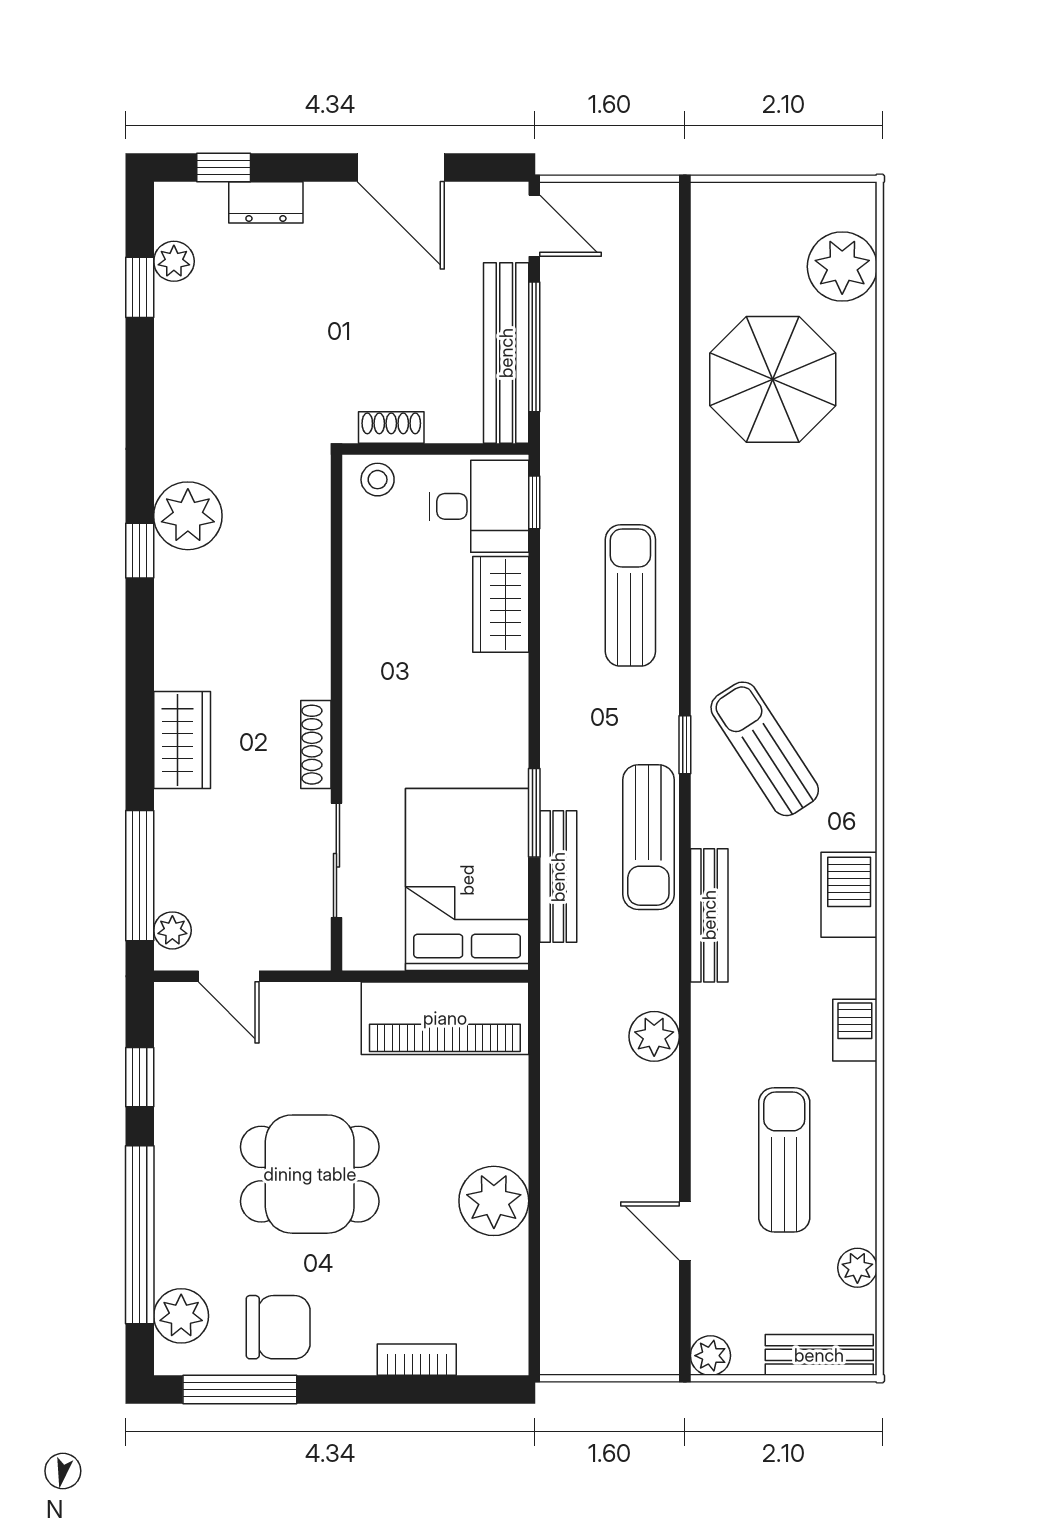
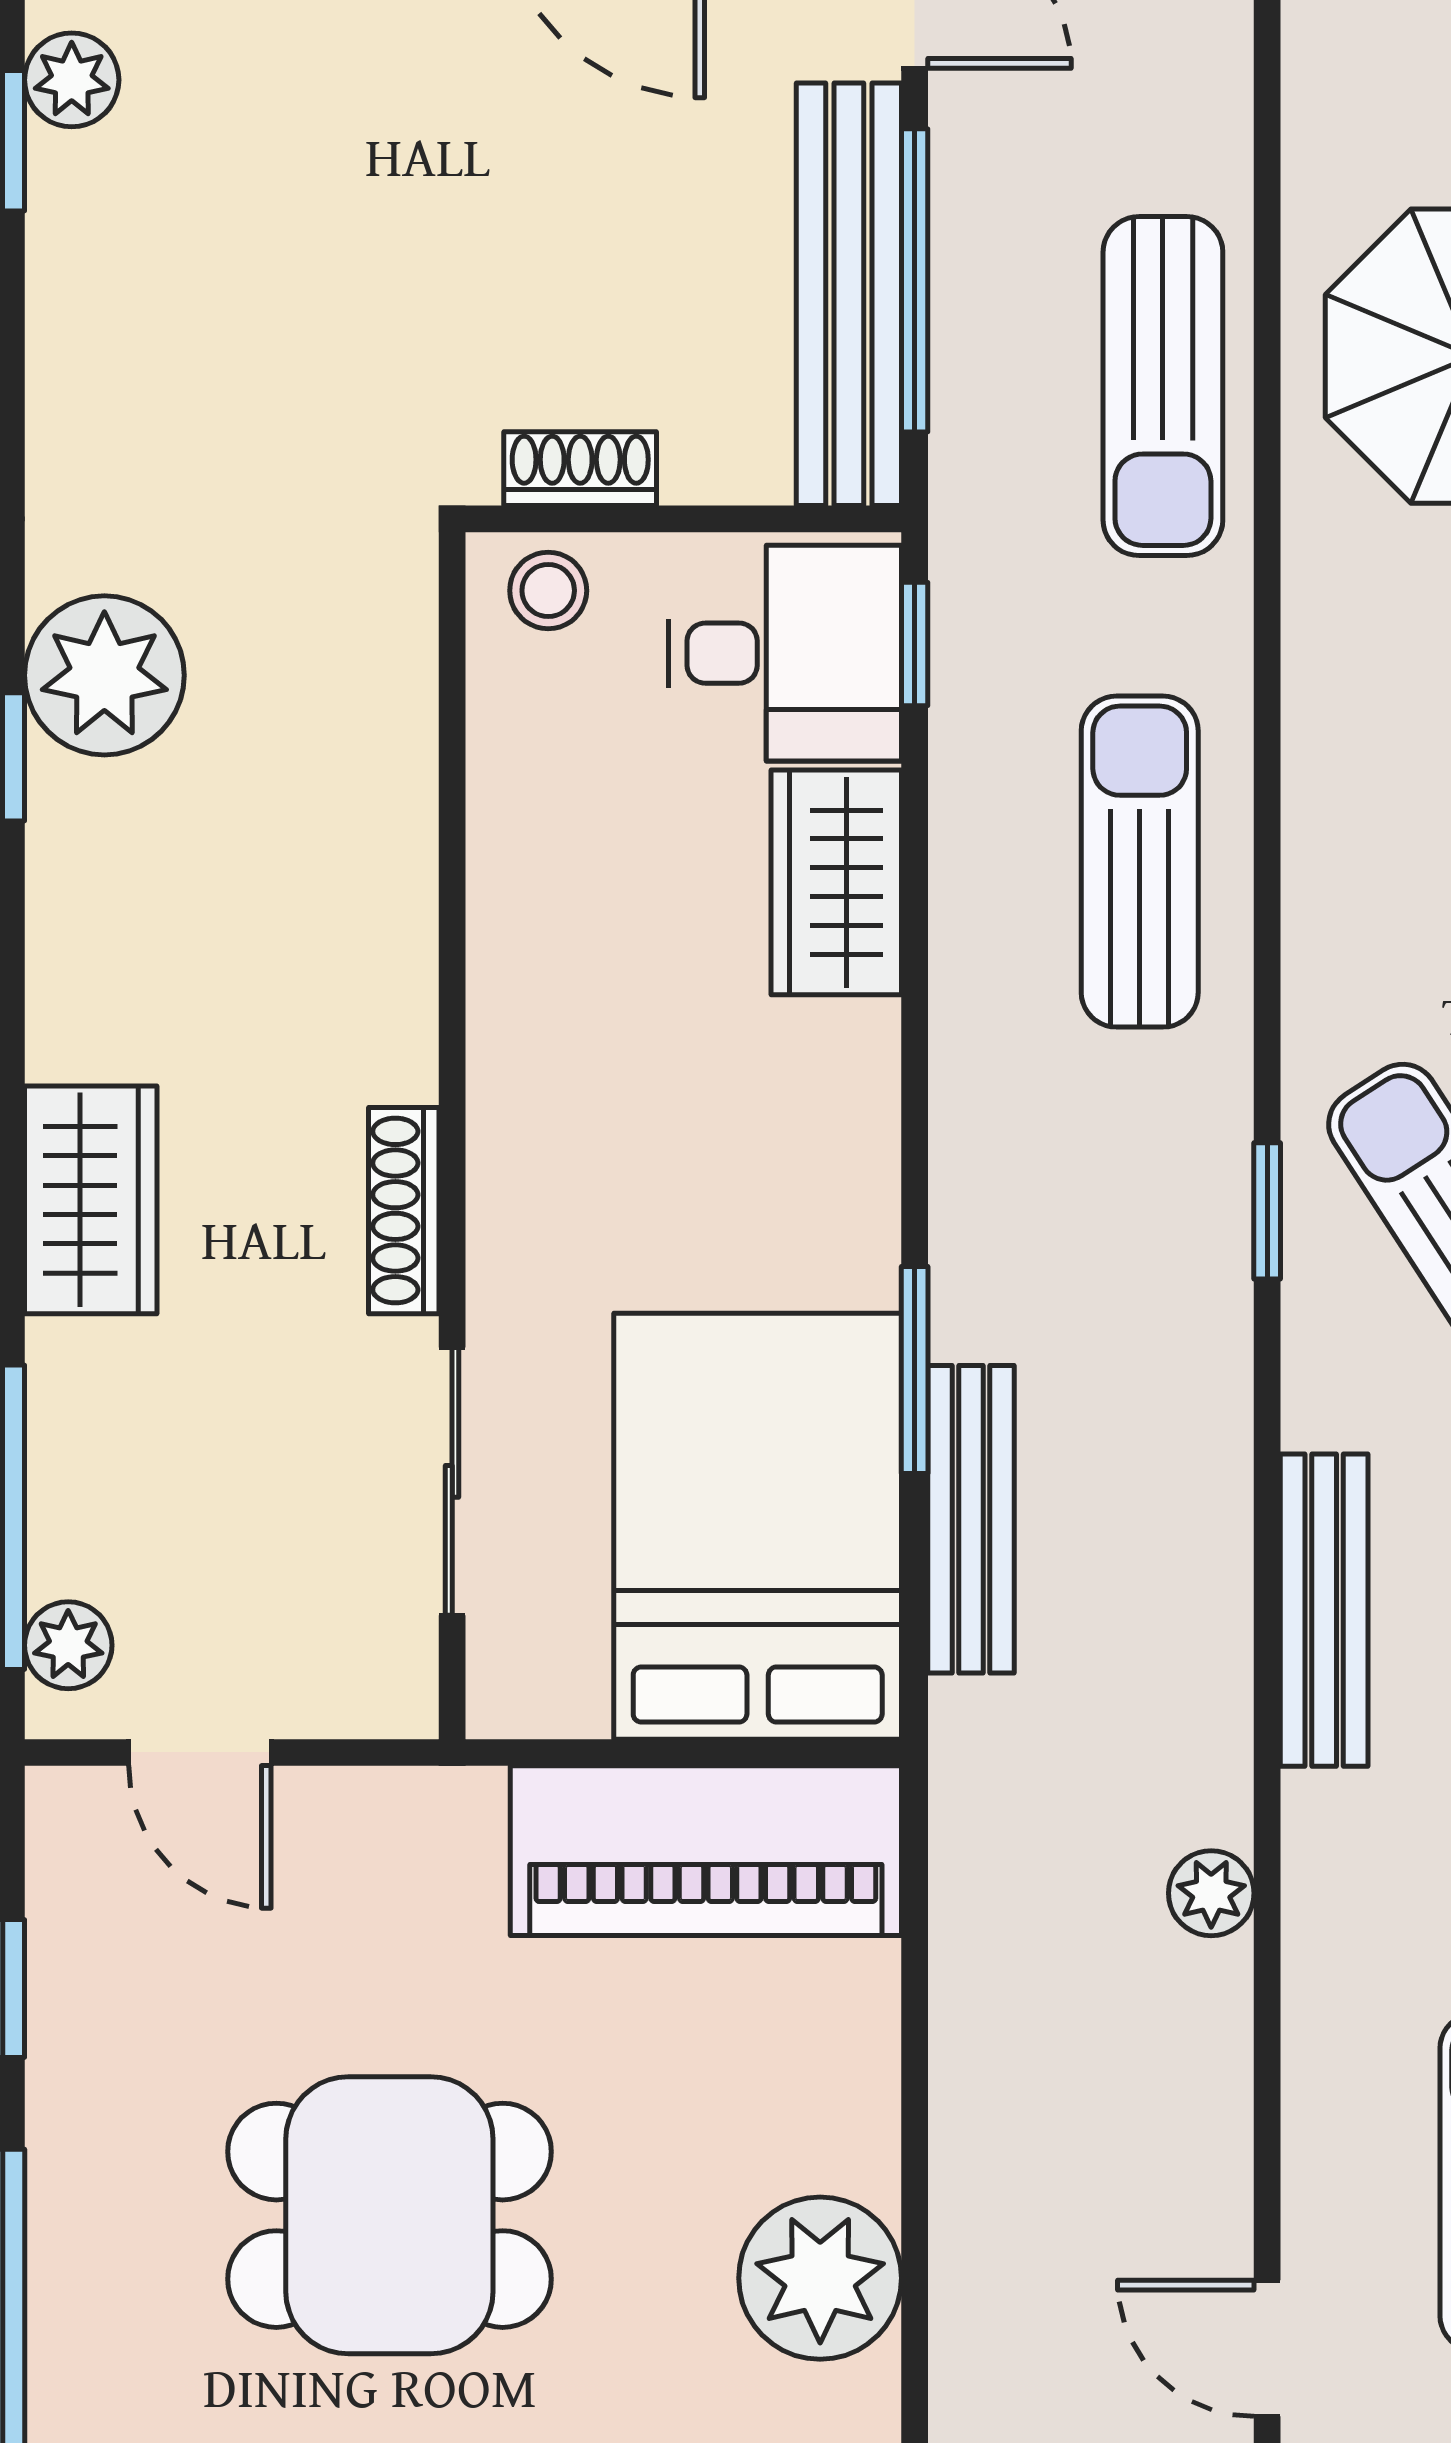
sun lounger: (648, 837) -> (1163, 386), moved
plant: (654, 1036) -> (1211, 1893), width x0.73, depth x0.73

